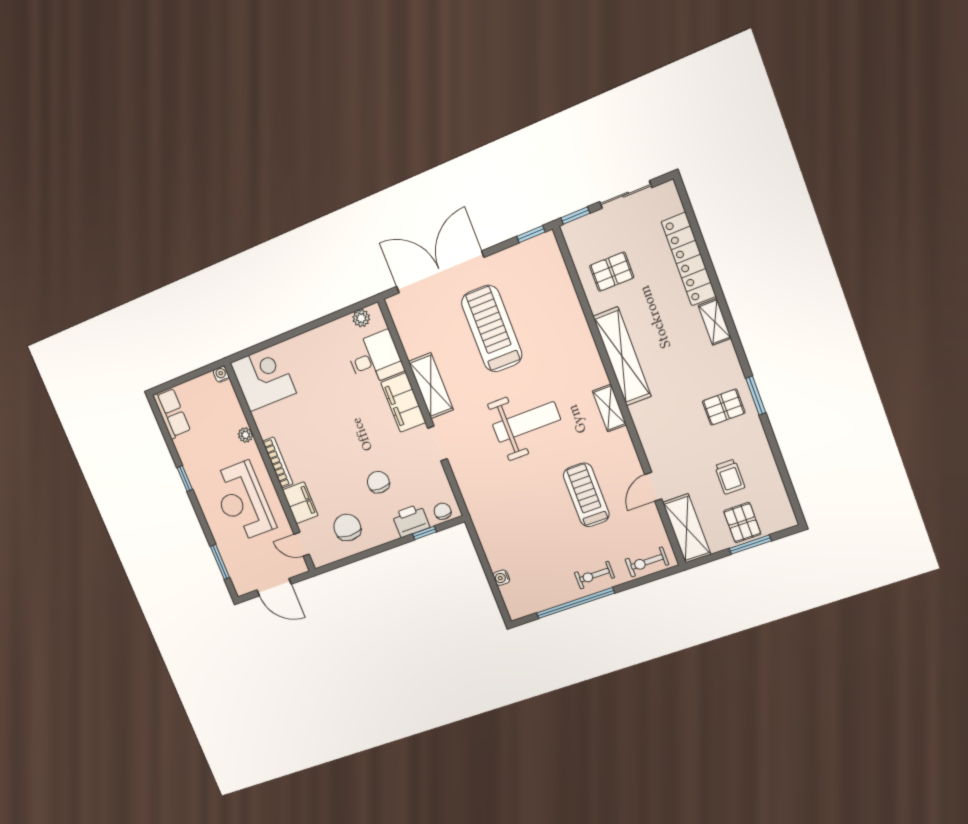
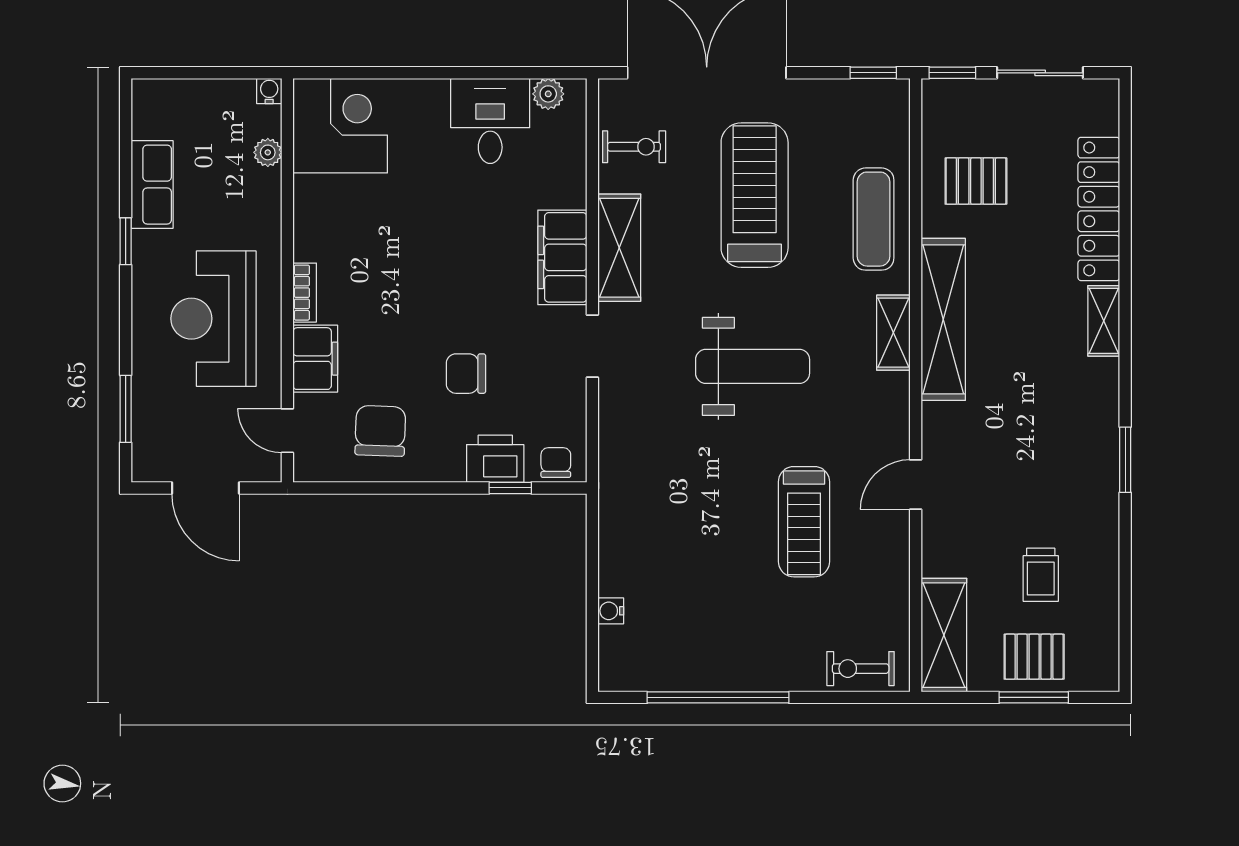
exercise mat: (562, 316) -> (874, 219), added
desk: (375, 358) -> (490, 121), moved, turned -90
pallet: (724, 407) -> (1070, 460), removed
shelving: (609, 408) -> (893, 333), moved
row of seats: (172, 413) -> (152, 185), moved
plant: (245, 435) -> (268, 152), moved
bookcase: (278, 463) -> (305, 293), width x0.64
chair: (378, 482) -> (466, 374), turned -90
door: (653, 487) -> (916, 485), moved
treadmill: (586, 495) -> (804, 522), turned 180
pallet: (742, 523) -> (1034, 657), turned 90
exercise bike: (594, 575) -> (634, 147), moved, turned 180

